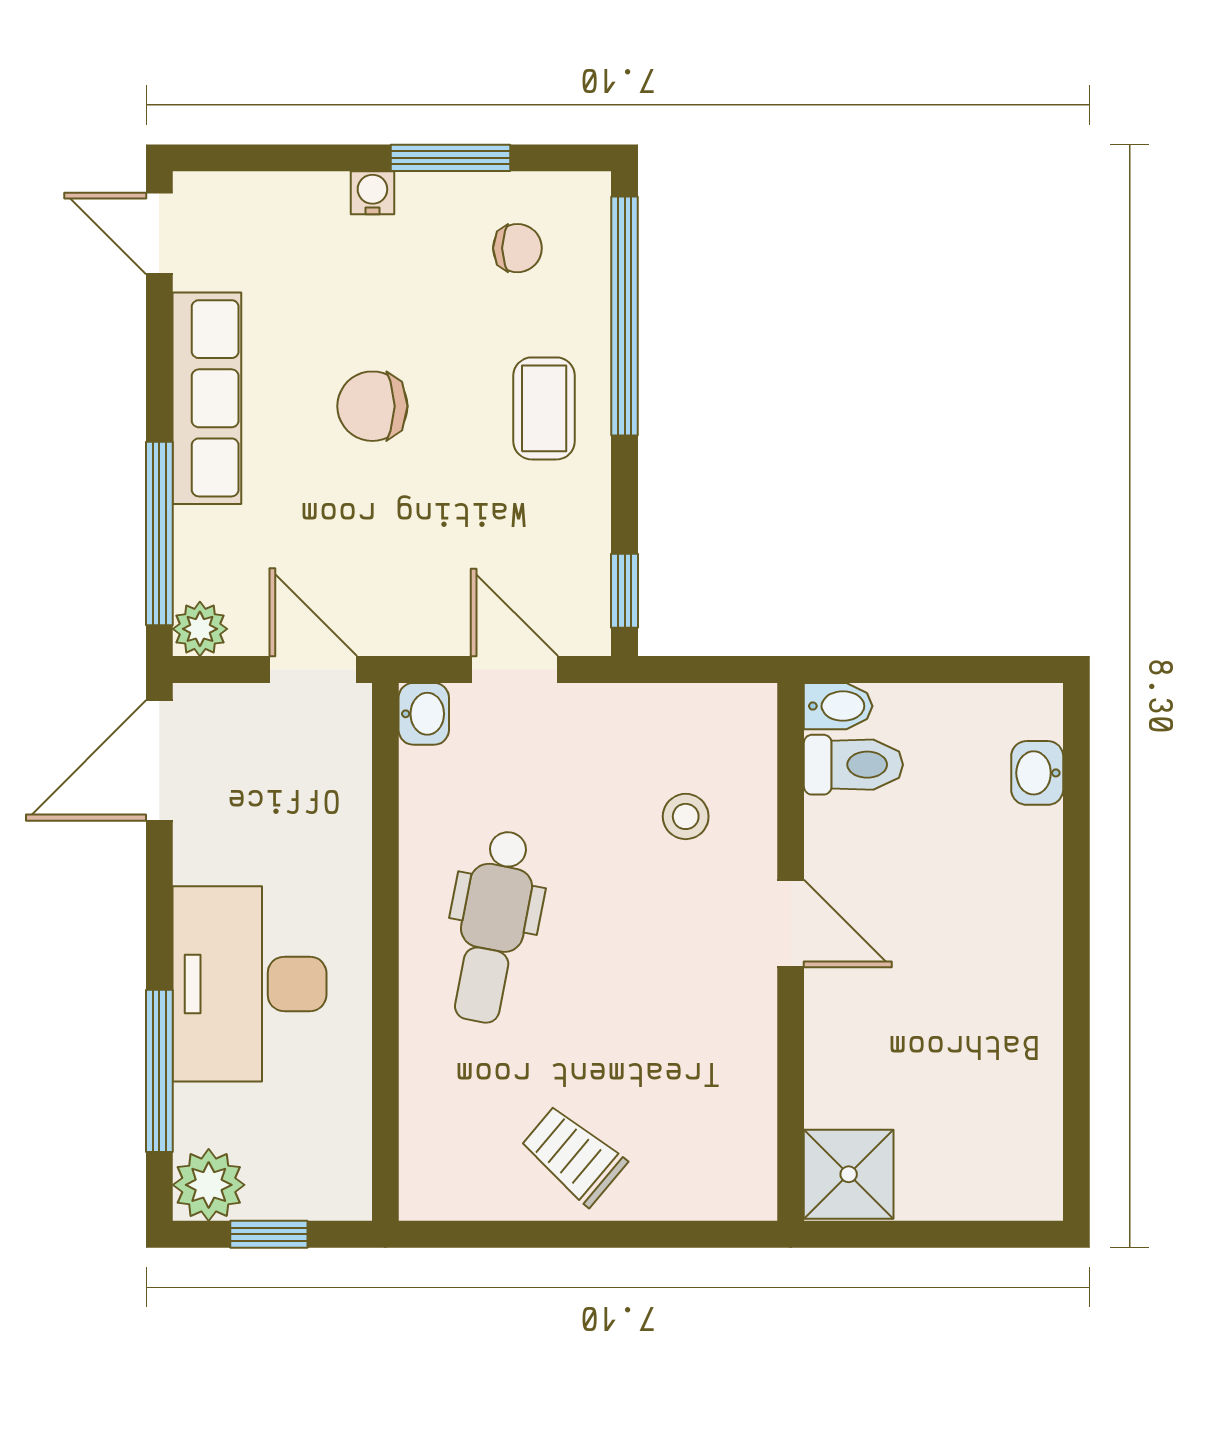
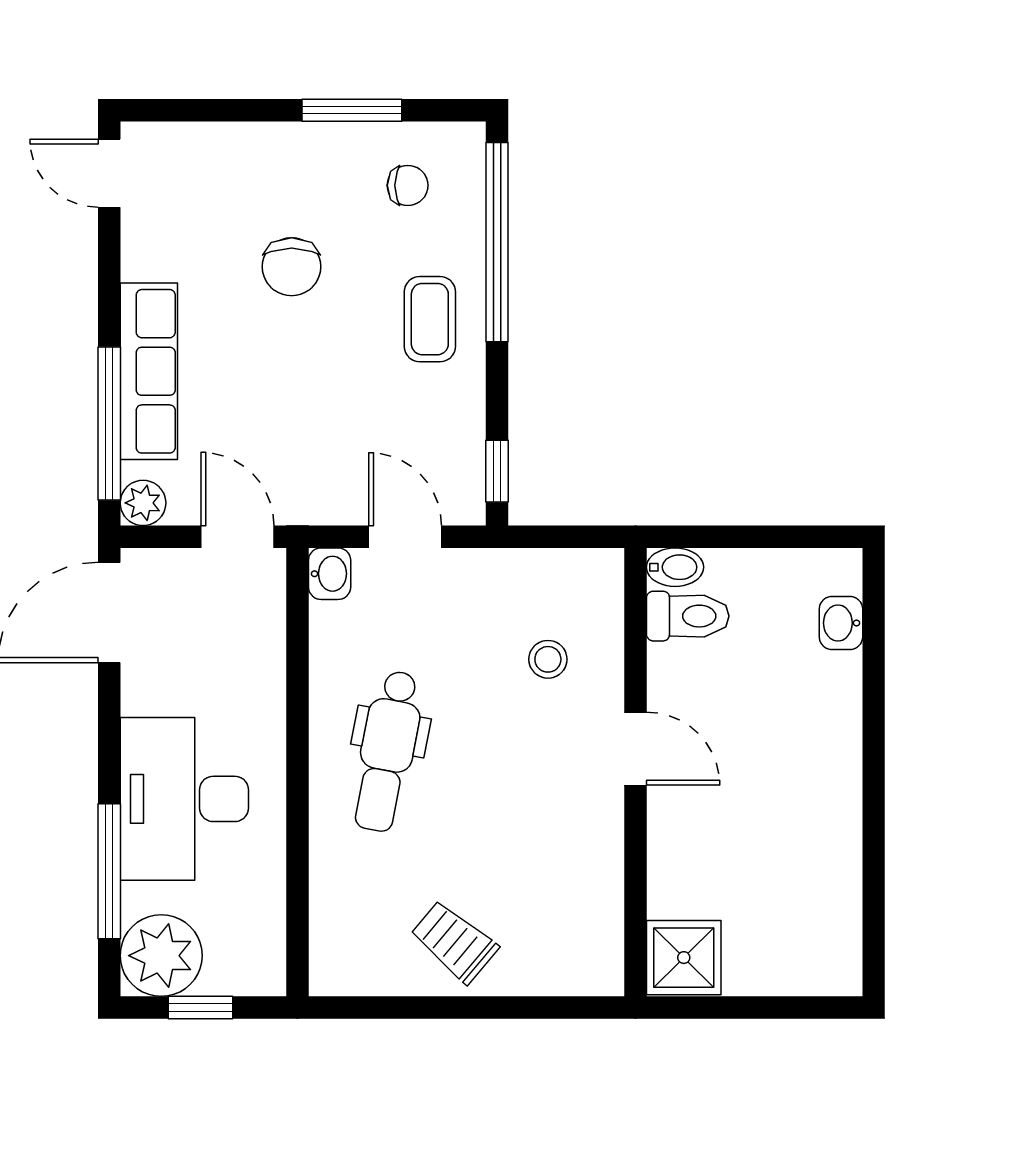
water cooler: (372, 193) -> (287, 139), removed
row of seats: (207, 398) -> (149, 371), moved
chair: (372, 406) -> (292, 267), moved, turned -90
plant: (209, 1185) -> (161, 956), width x1.36, depth x1.36

